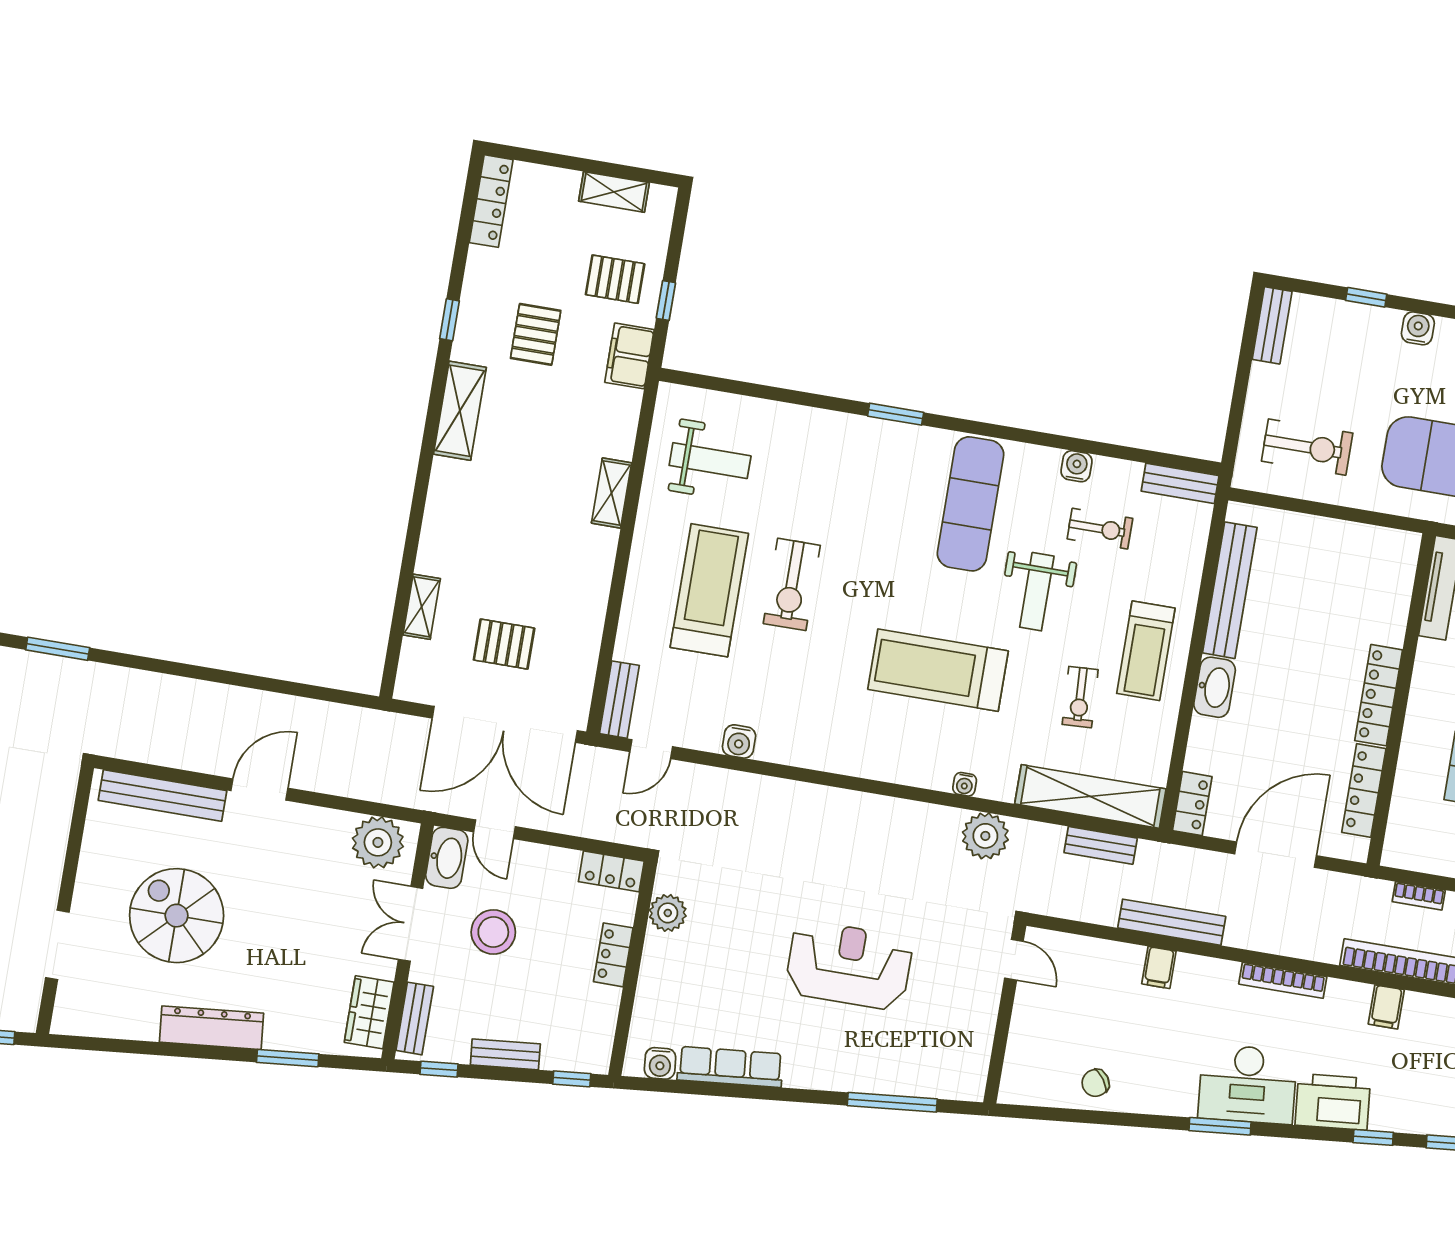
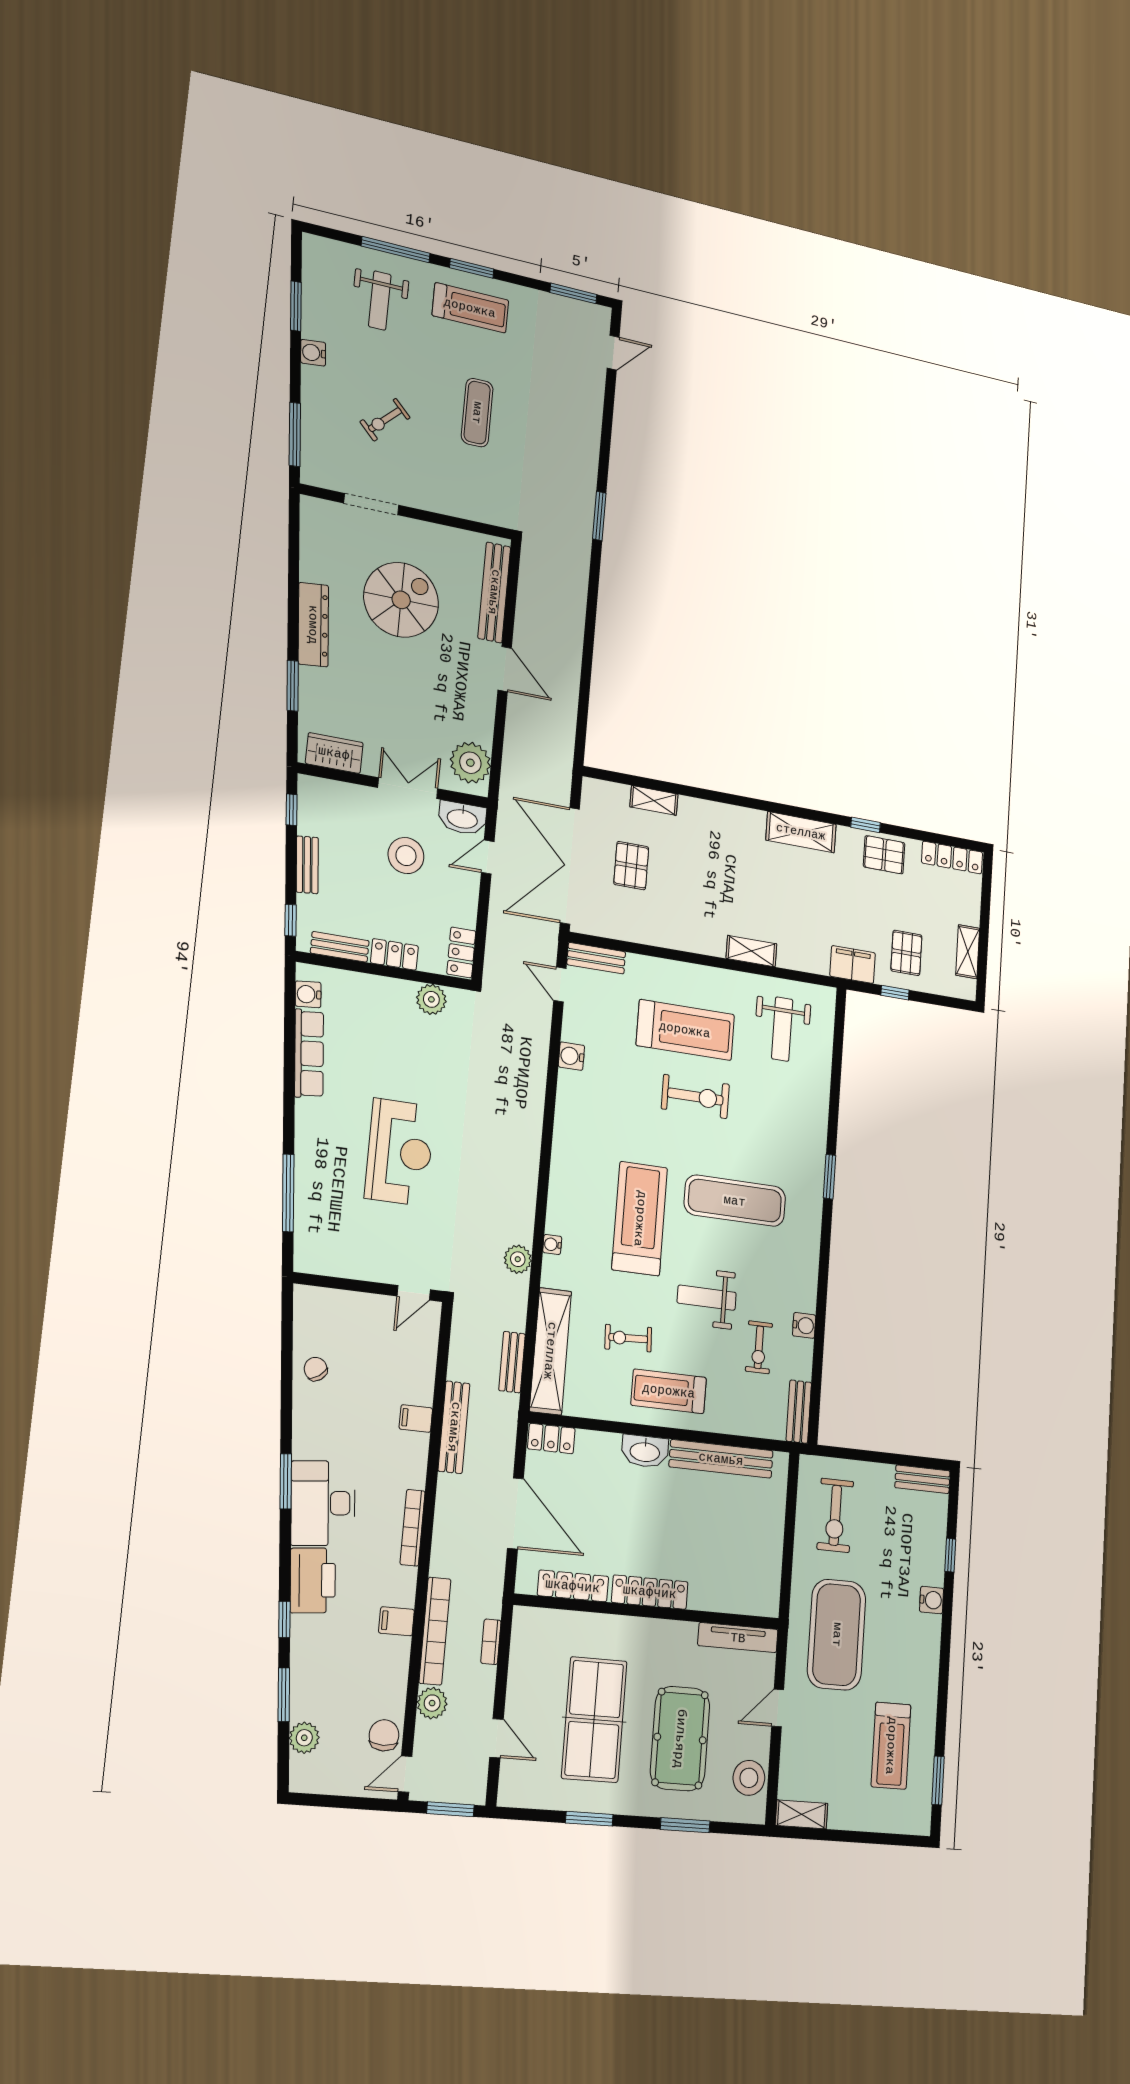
pallet: (536, 334) -> (884, 855), moved
exercise mat: (971, 504) -> (735, 1201), moved
exercise bike: (792, 584) -> (695, 1097), turned 180
plant: (985, 836) -> (518, 1259), width x0.73, depth x0.73
bench: (415, 1018) -> (340, 947), moved

